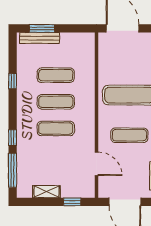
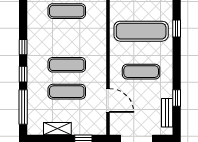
window: (13, 81) -> (23, 47), moved
exercise mat: (56, 102) -> (67, 92), moved

